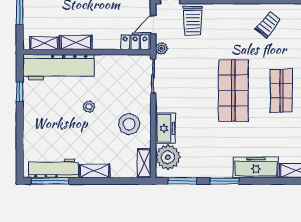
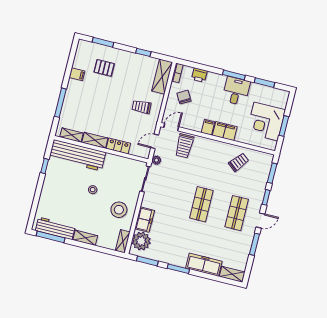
locker: (135, 42) -> (118, 146), moved
shop shelf: (233, 91) -> (201, 204), width x0.70, depth x0.74

